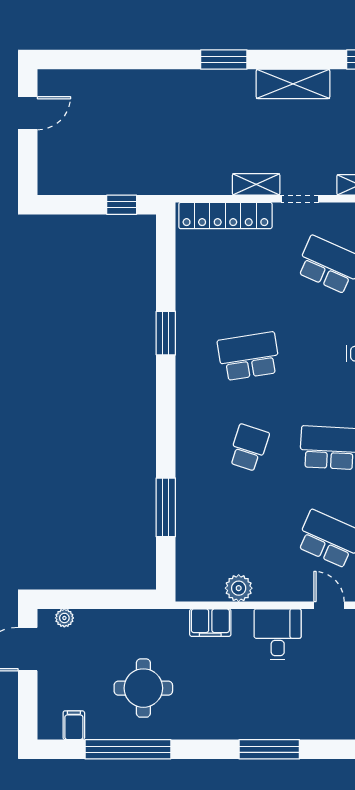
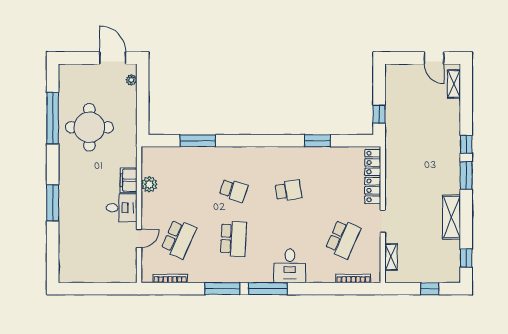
window: (172, 60) -> (466, 144), added
shelving: (256, 184) -> (454, 84), moved
window: (166, 333) -> (318, 141), moved
school desk: (249, 356) -> (288, 190), width x0.54
filing cabinet: (210, 623) -> (129, 180), moved
round table: (143, 688) -> (89, 127), width x1.36, depth x1.36
filing cabinet: (74, 725) -> (67, 86), removed

